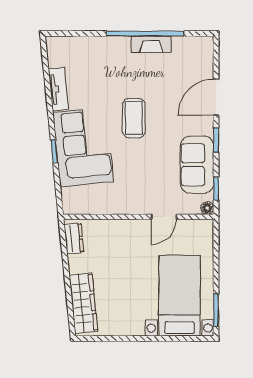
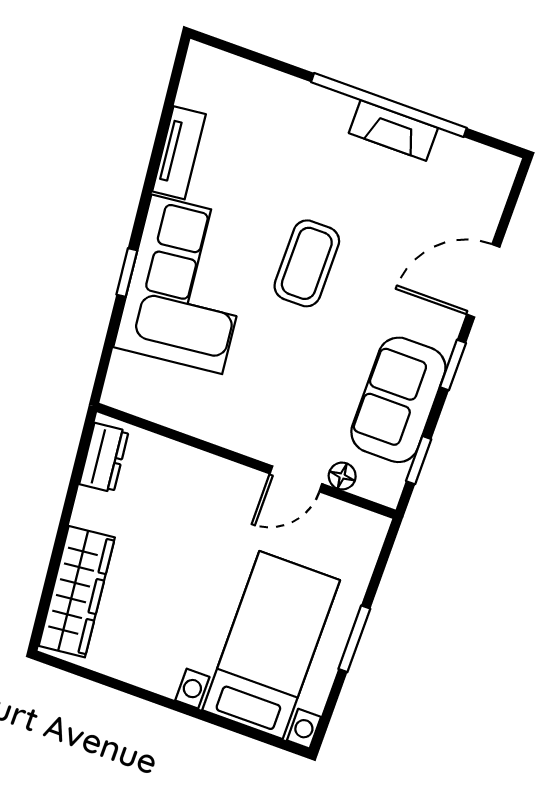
floor lamp: (207, 208) -> (342, 476), moved
window: (216, 310) -> (354, 639), moved

